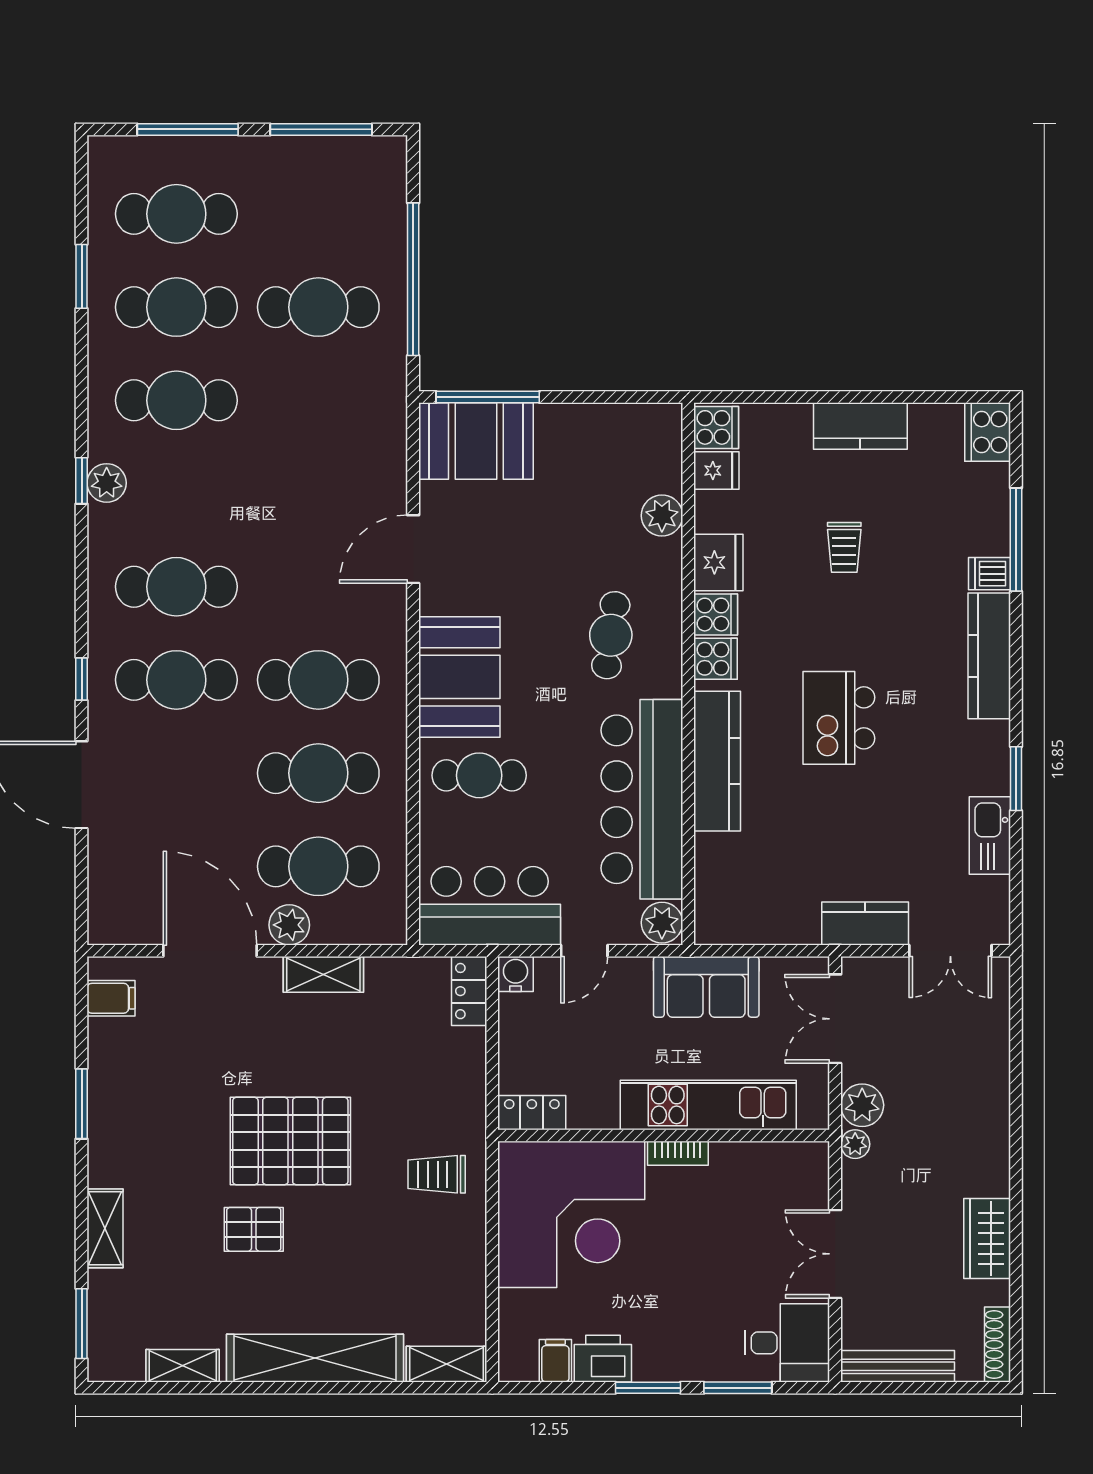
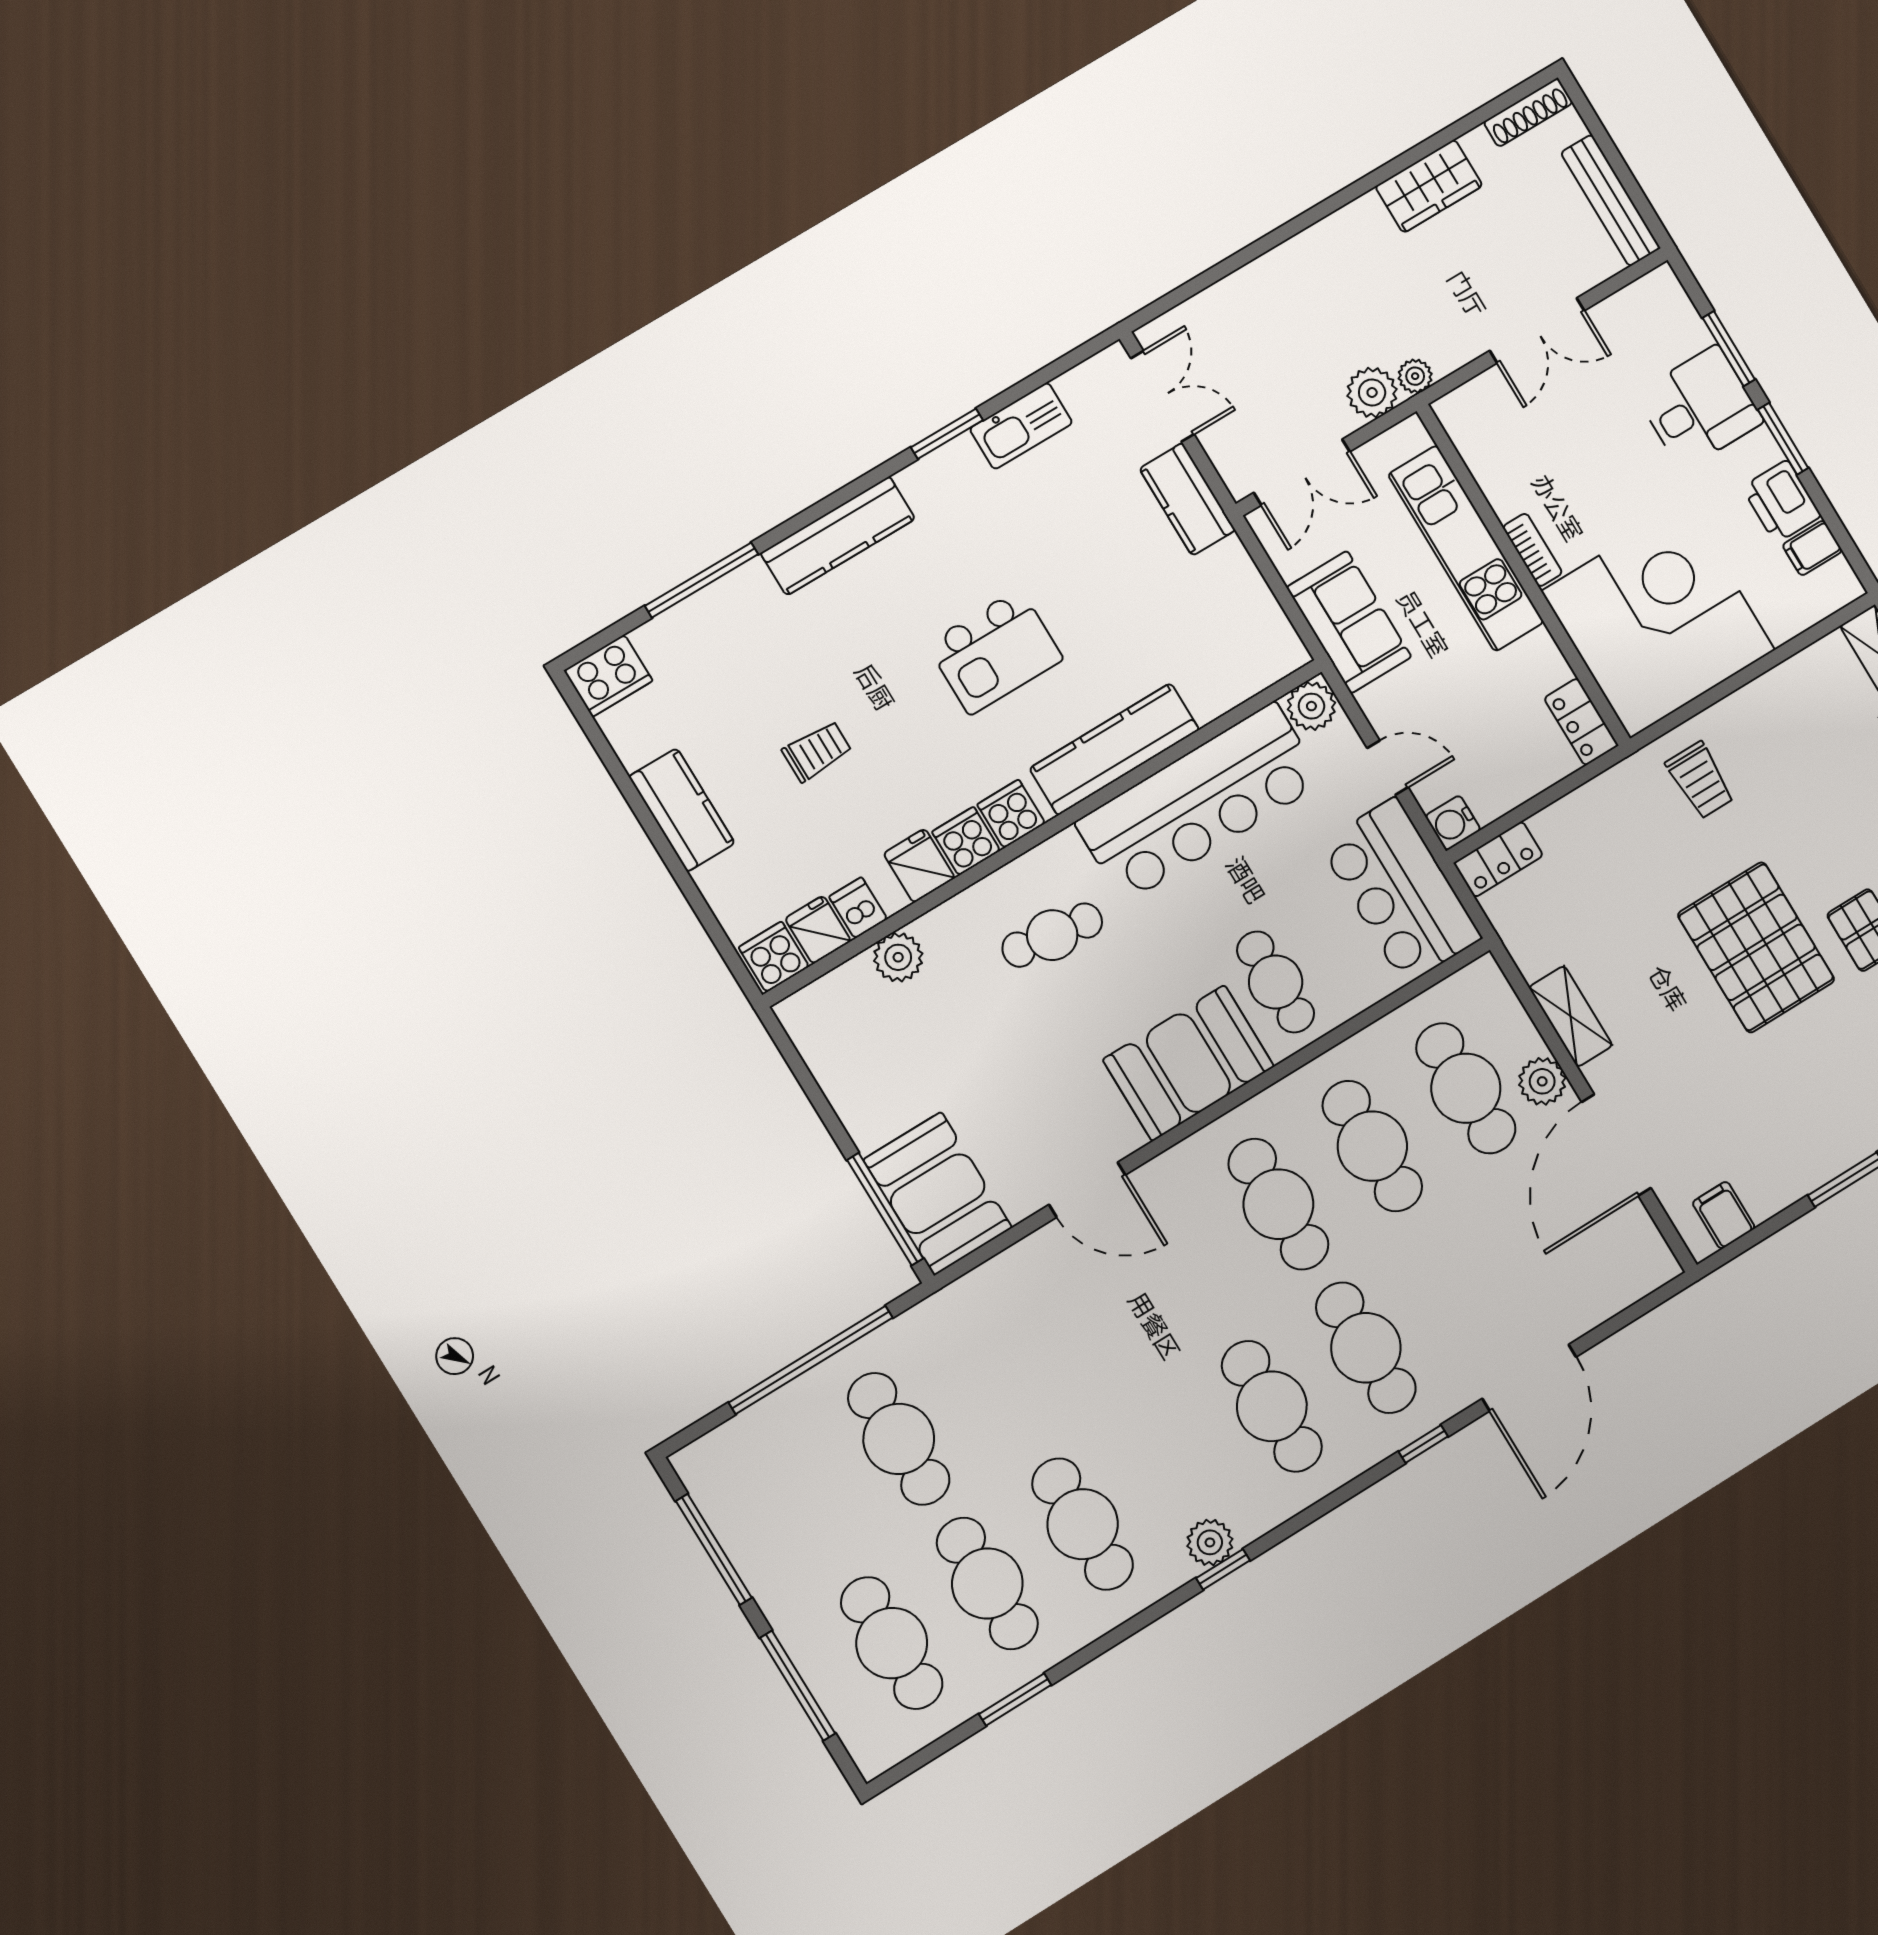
fridge: (718, 562) -> (919, 866), width x0.72
dishwasher: (989, 574) -> (858, 908), moved, turned 180
desk: (787, 1343) -> (1700, 408), moved, turned 90

